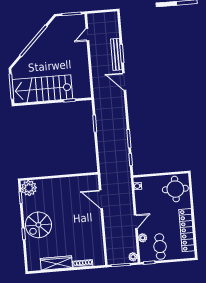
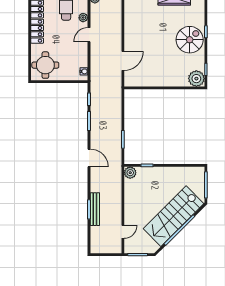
door: (124, 82) -> (89, 158), moved
stairs: (42, 89) -> (174, 216), moved, turned 135
plant: (85, 92) -> (130, 173), added
door: (101, 199) -> (123, 61), hinge flipped

